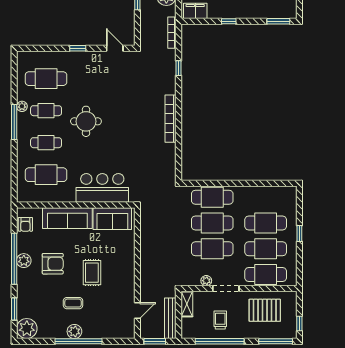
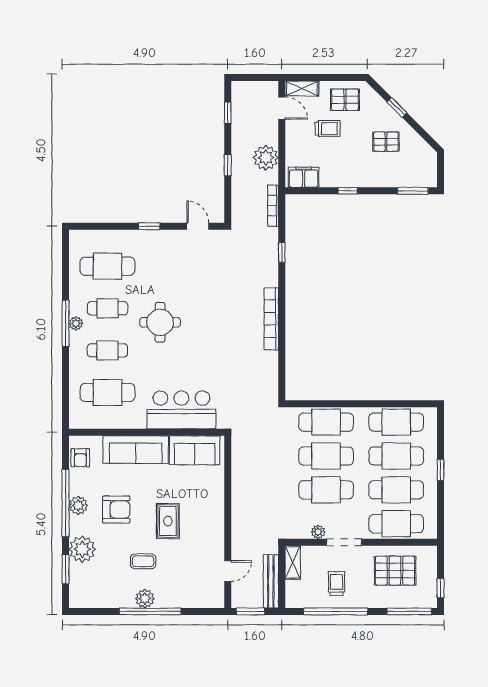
plant: (22, 106) -> (76, 323), moved
cafe table: (266, 197) -> (396, 422), added
plant: (27, 329) -> (82, 549), moved

